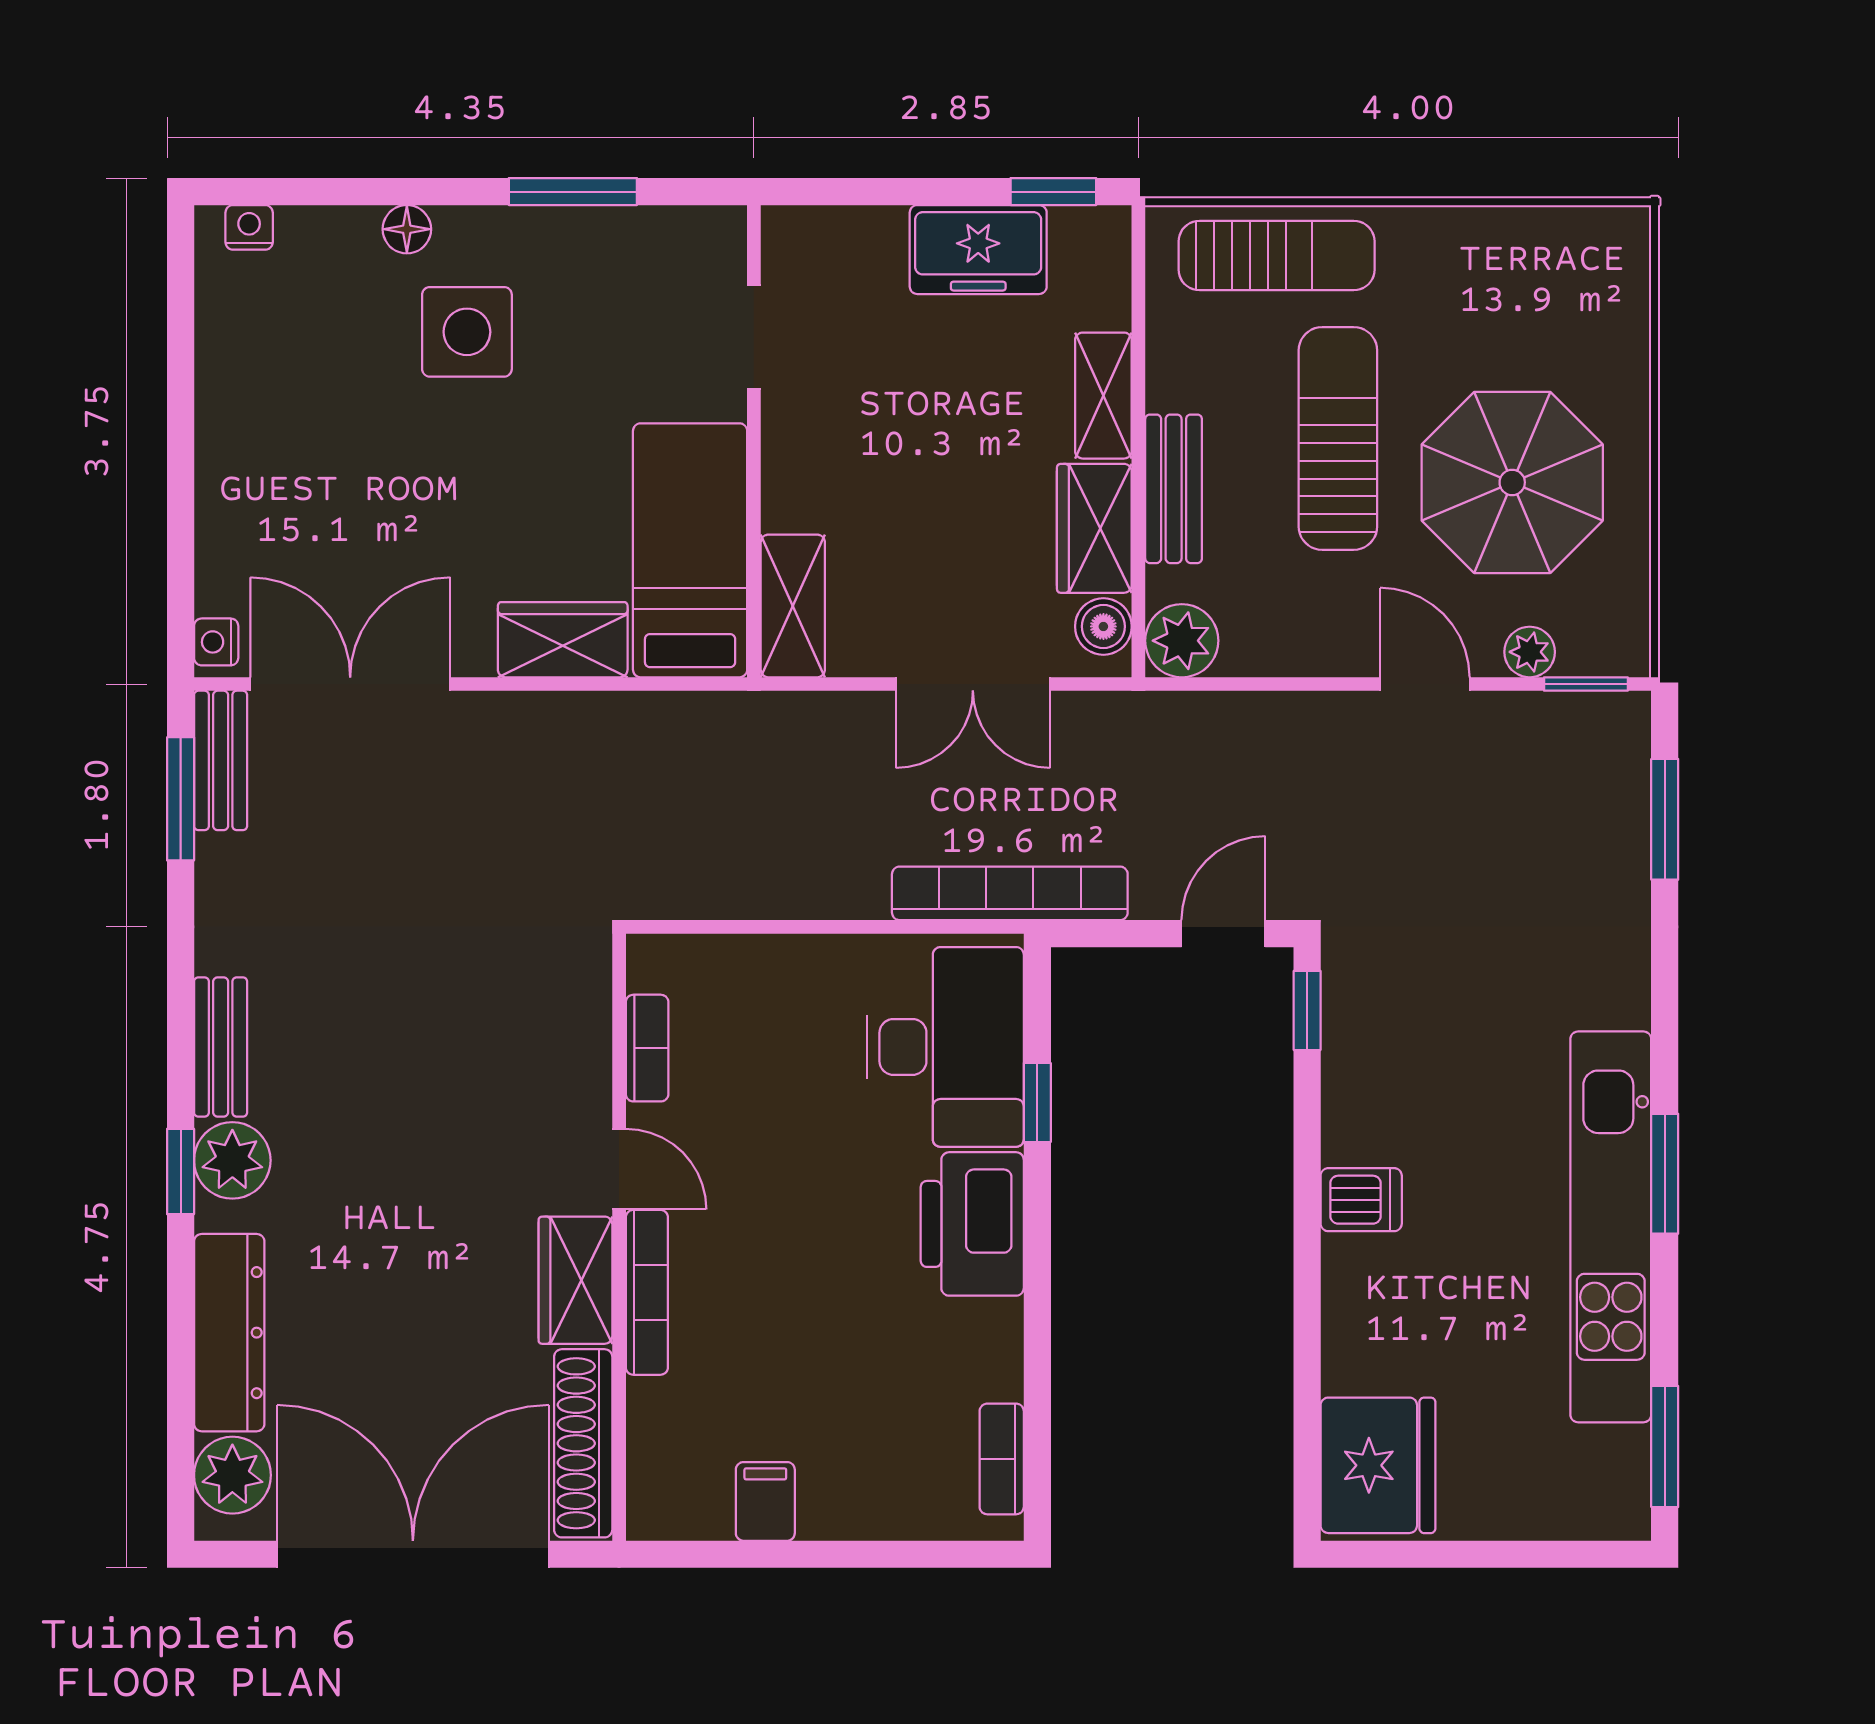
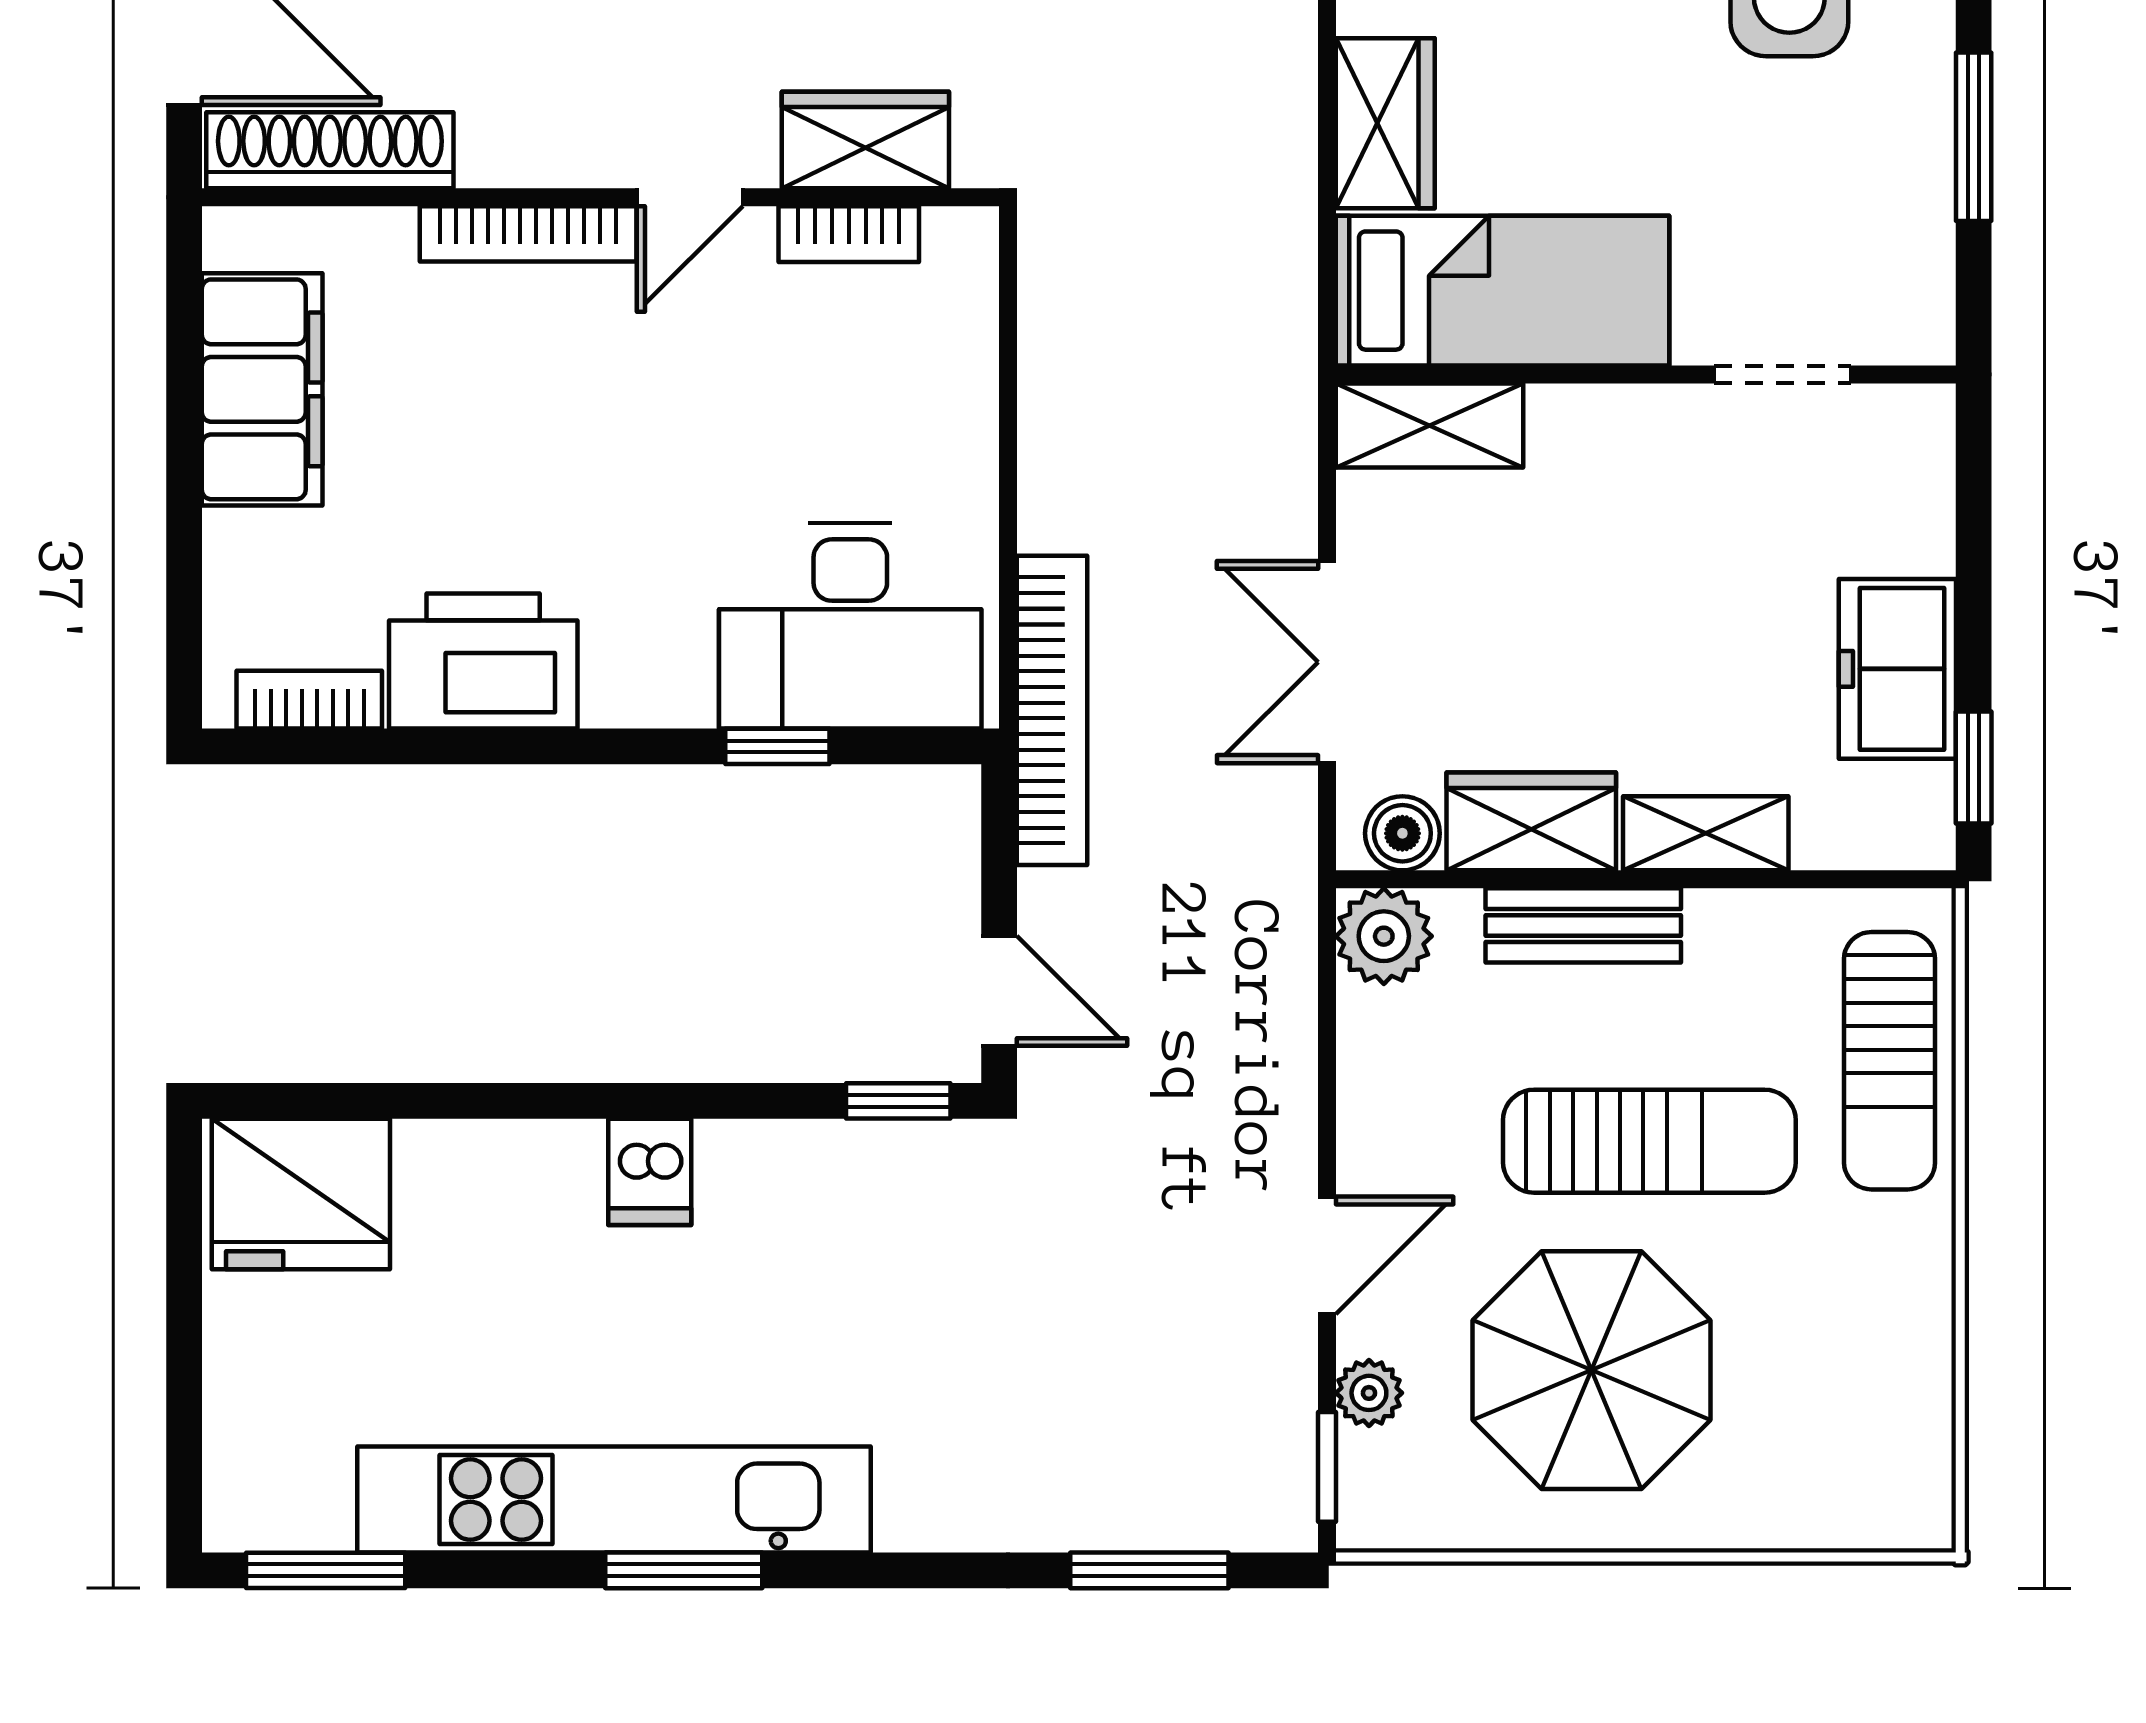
printer: (972, 1224) -> (483, 661), moved
wardrobe: (575, 1280) -> (865, 140), moved
filing cabinet: (765, 1501) -> (262, 389), width x3.00, depth x1.17

